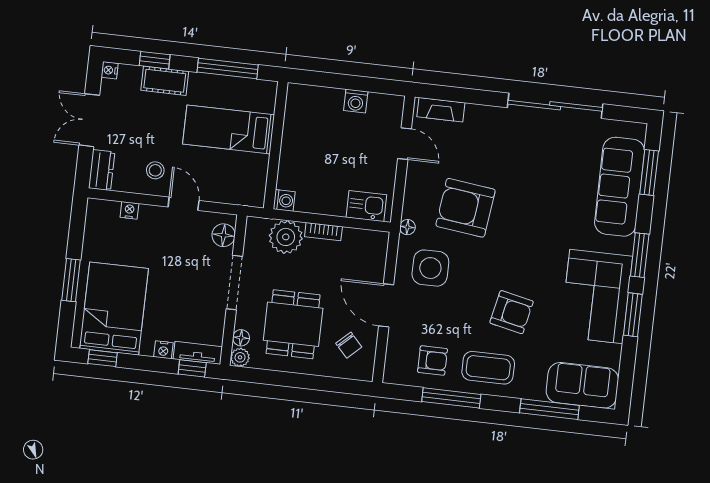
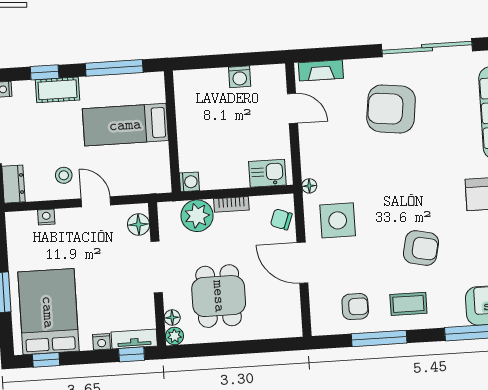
armchair: (466, 208) -> (391, 109), moved
chair: (349, 345) -> (281, 219), moved, turned 153
coffee table: (488, 368) -> (408, 304), width x0.73, depth x0.77

